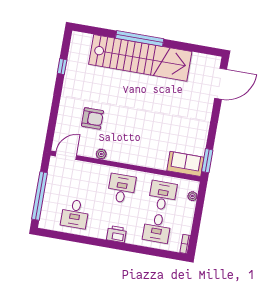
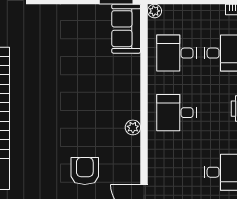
plant: (101, 154) -> (133, 127), moved
plant: (192, 196) -> (154, 11), moved

